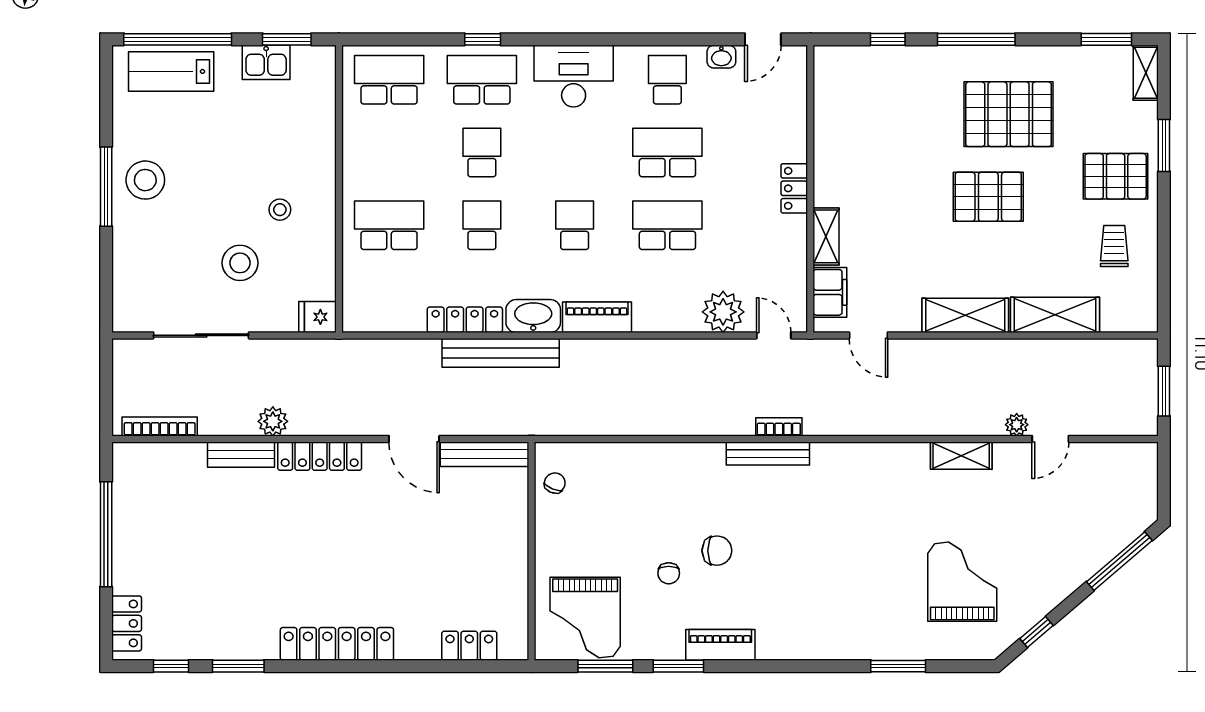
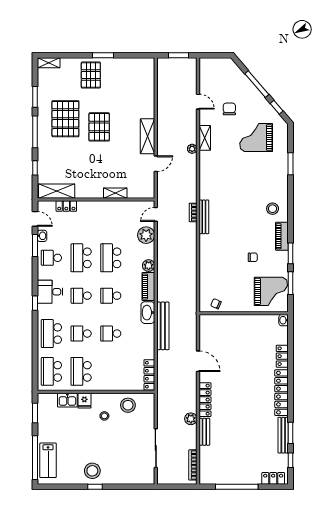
window: (483, 39) -> (35, 303), moved
window: (697, 39) -> (35, 246), added
window: (1106, 39) -> (35, 97), moved
kitchen sink: (266, 62) -> (67, 400), moved, turned 90
desk: (574, 76) -> (50, 292), width x0.73
window: (1164, 146) -> (103, 55), moved
school desk: (575, 152) -> (81, 296), added
window: (106, 187) -> (95, 487), width x0.46
locker: (794, 188) -> (66, 206), moved
school desk: (389, 225) -> (81, 371), moved
trolley: (1114, 246) -> (119, 76), removed
stool: (240, 263) -> (128, 405), moved
filing cabinet: (830, 292) -> (138, 192), removed
shelving: (1055, 315) -> (57, 191), moved, turned 90
fridge: (317, 317) -> (84, 401), moved
plant: (648, 318) -> (149, 266), added
locker: (465, 320) -> (149, 375), moved
door: (868, 335) -> (156, 164), moved
plant: (1017, 425) -> (192, 149), moved
door: (414, 439) -> (198, 361), hinge flipped
bench: (485, 454) -> (283, 435), moved
chair: (717, 551) -> (229, 109), moved
window: (1119, 561) -> (257, 84), moved
stool: (788, 622) -> (273, 209), added
locker: (469, 646) -> (282, 356), moved
washbasin: (515, 649) -> (284, 320), added

